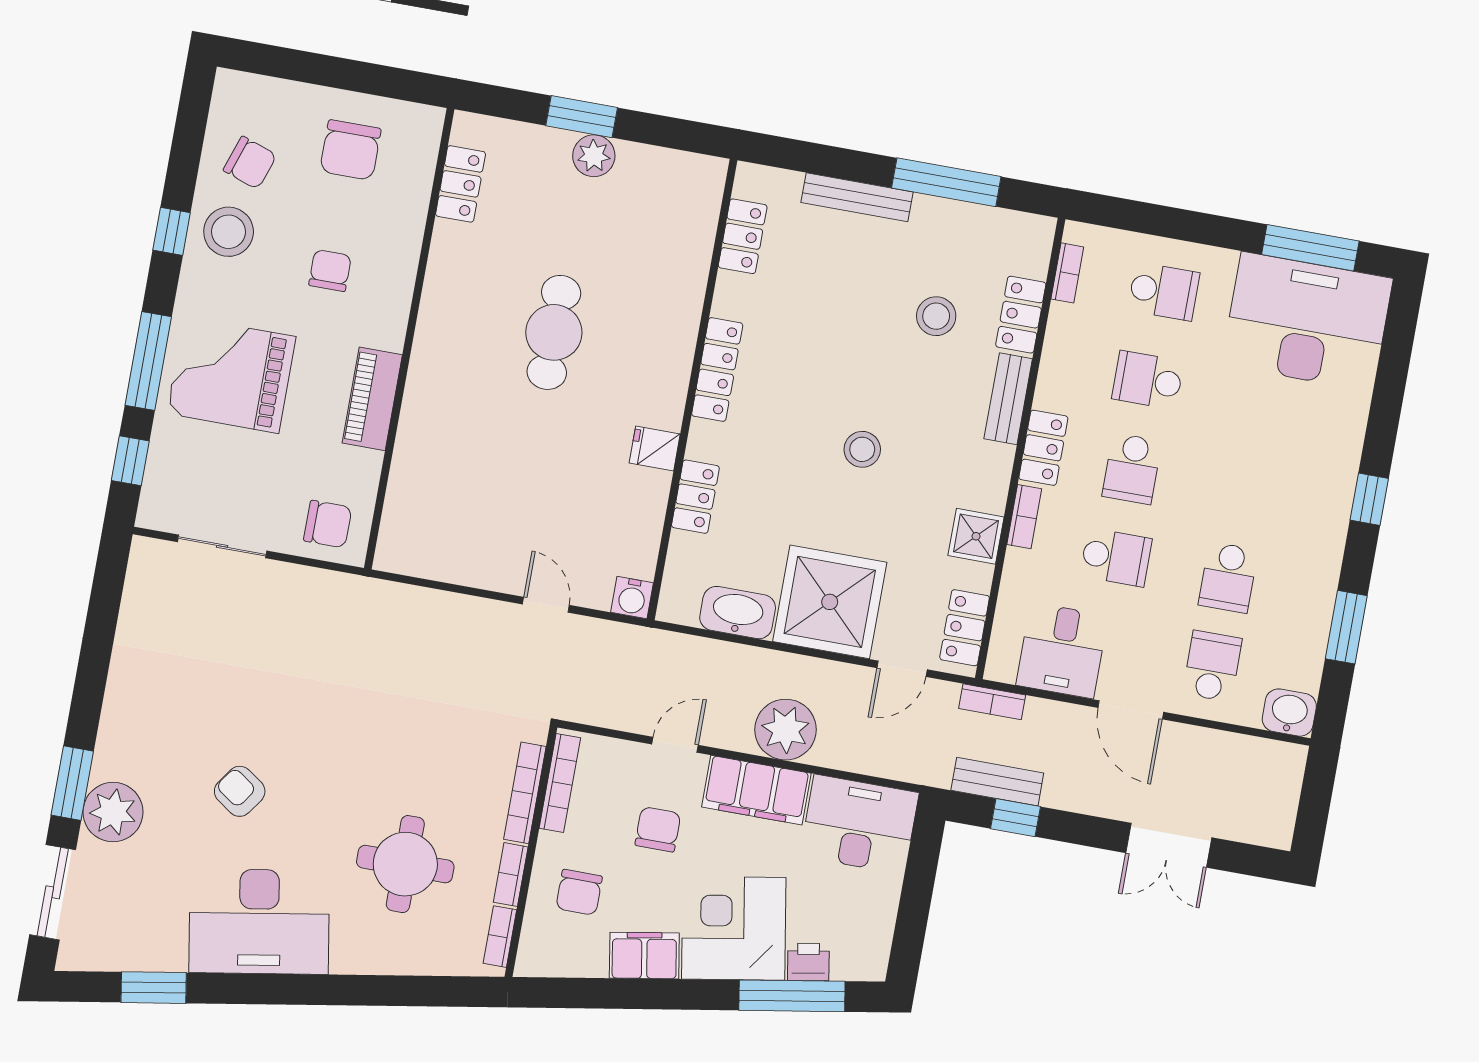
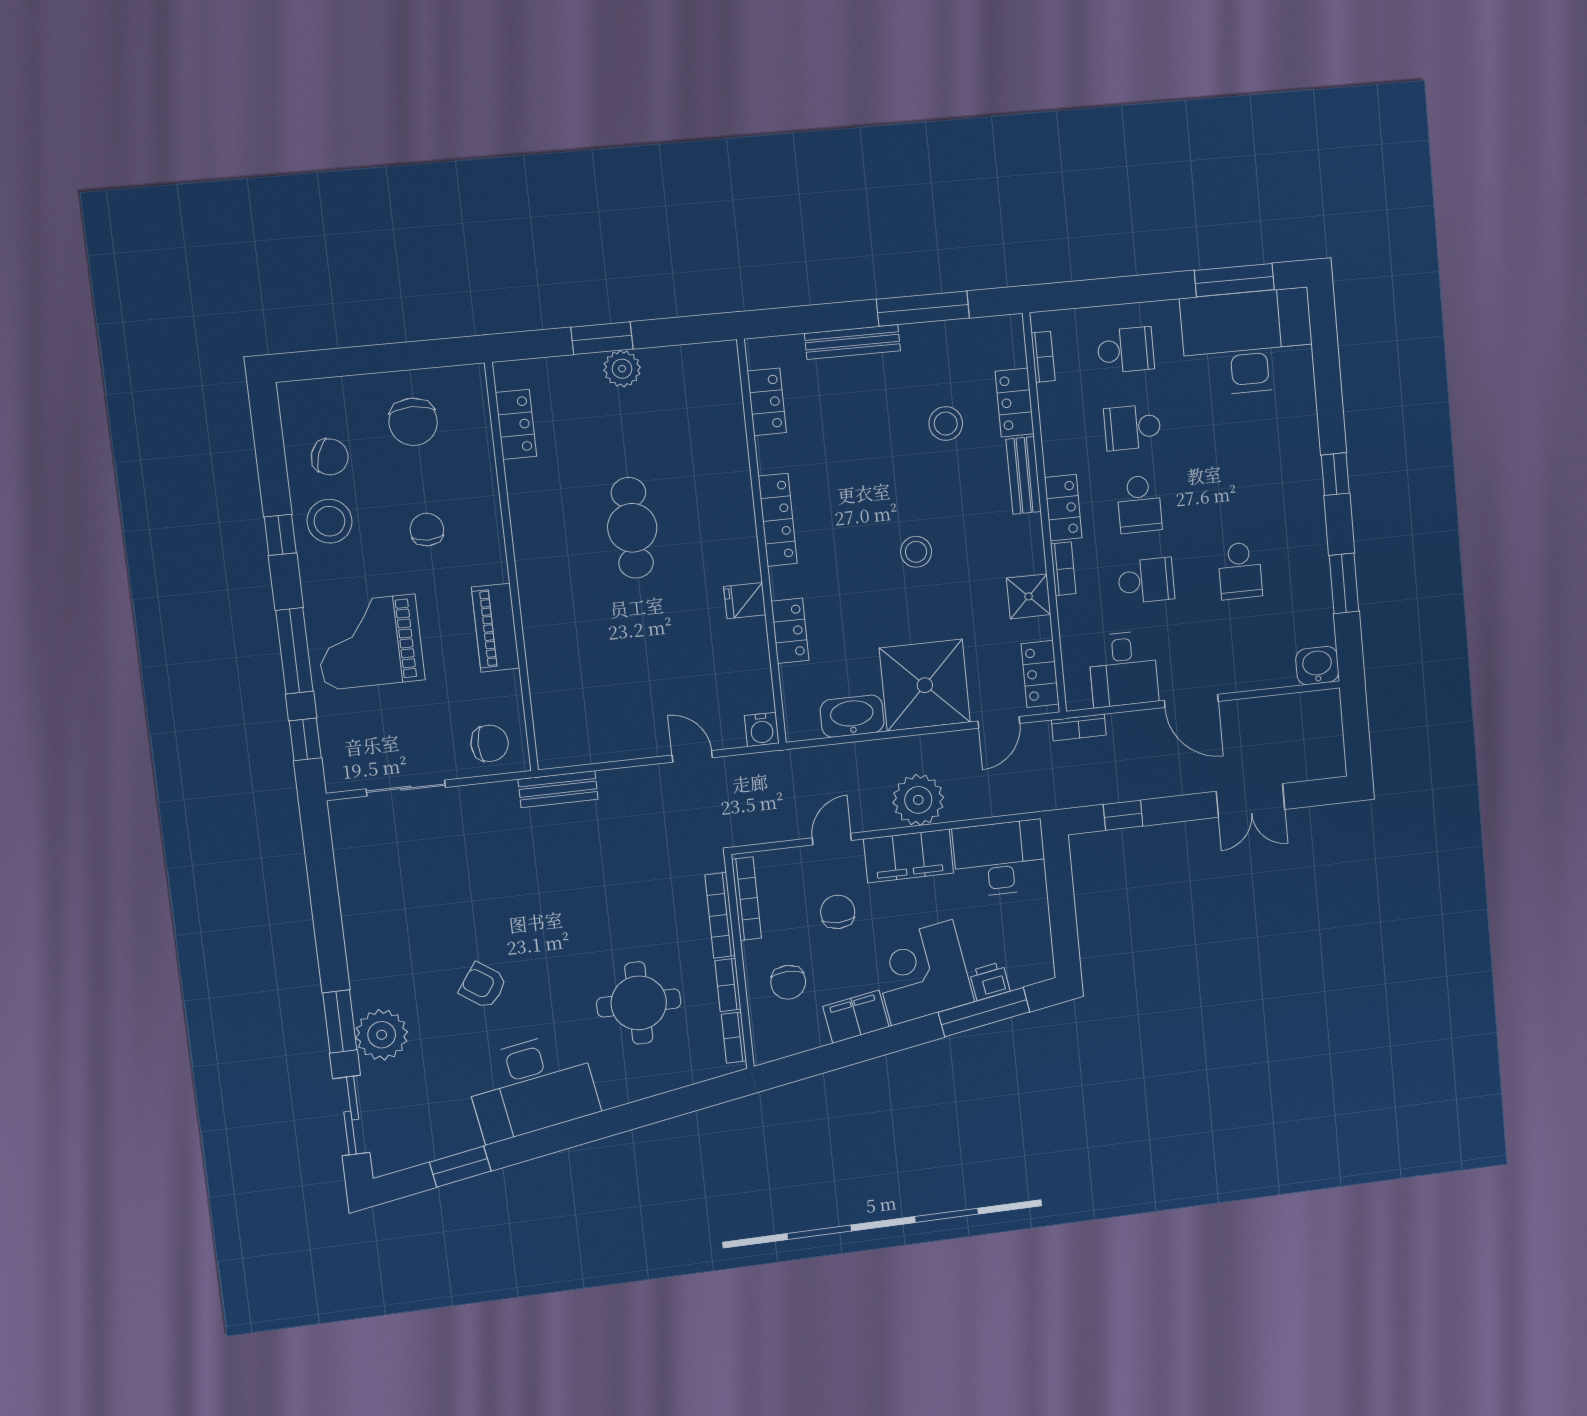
school desk: (1212, 666) -> (1246, 646), removed
bench: (997, 782) -> (558, 789), moved

